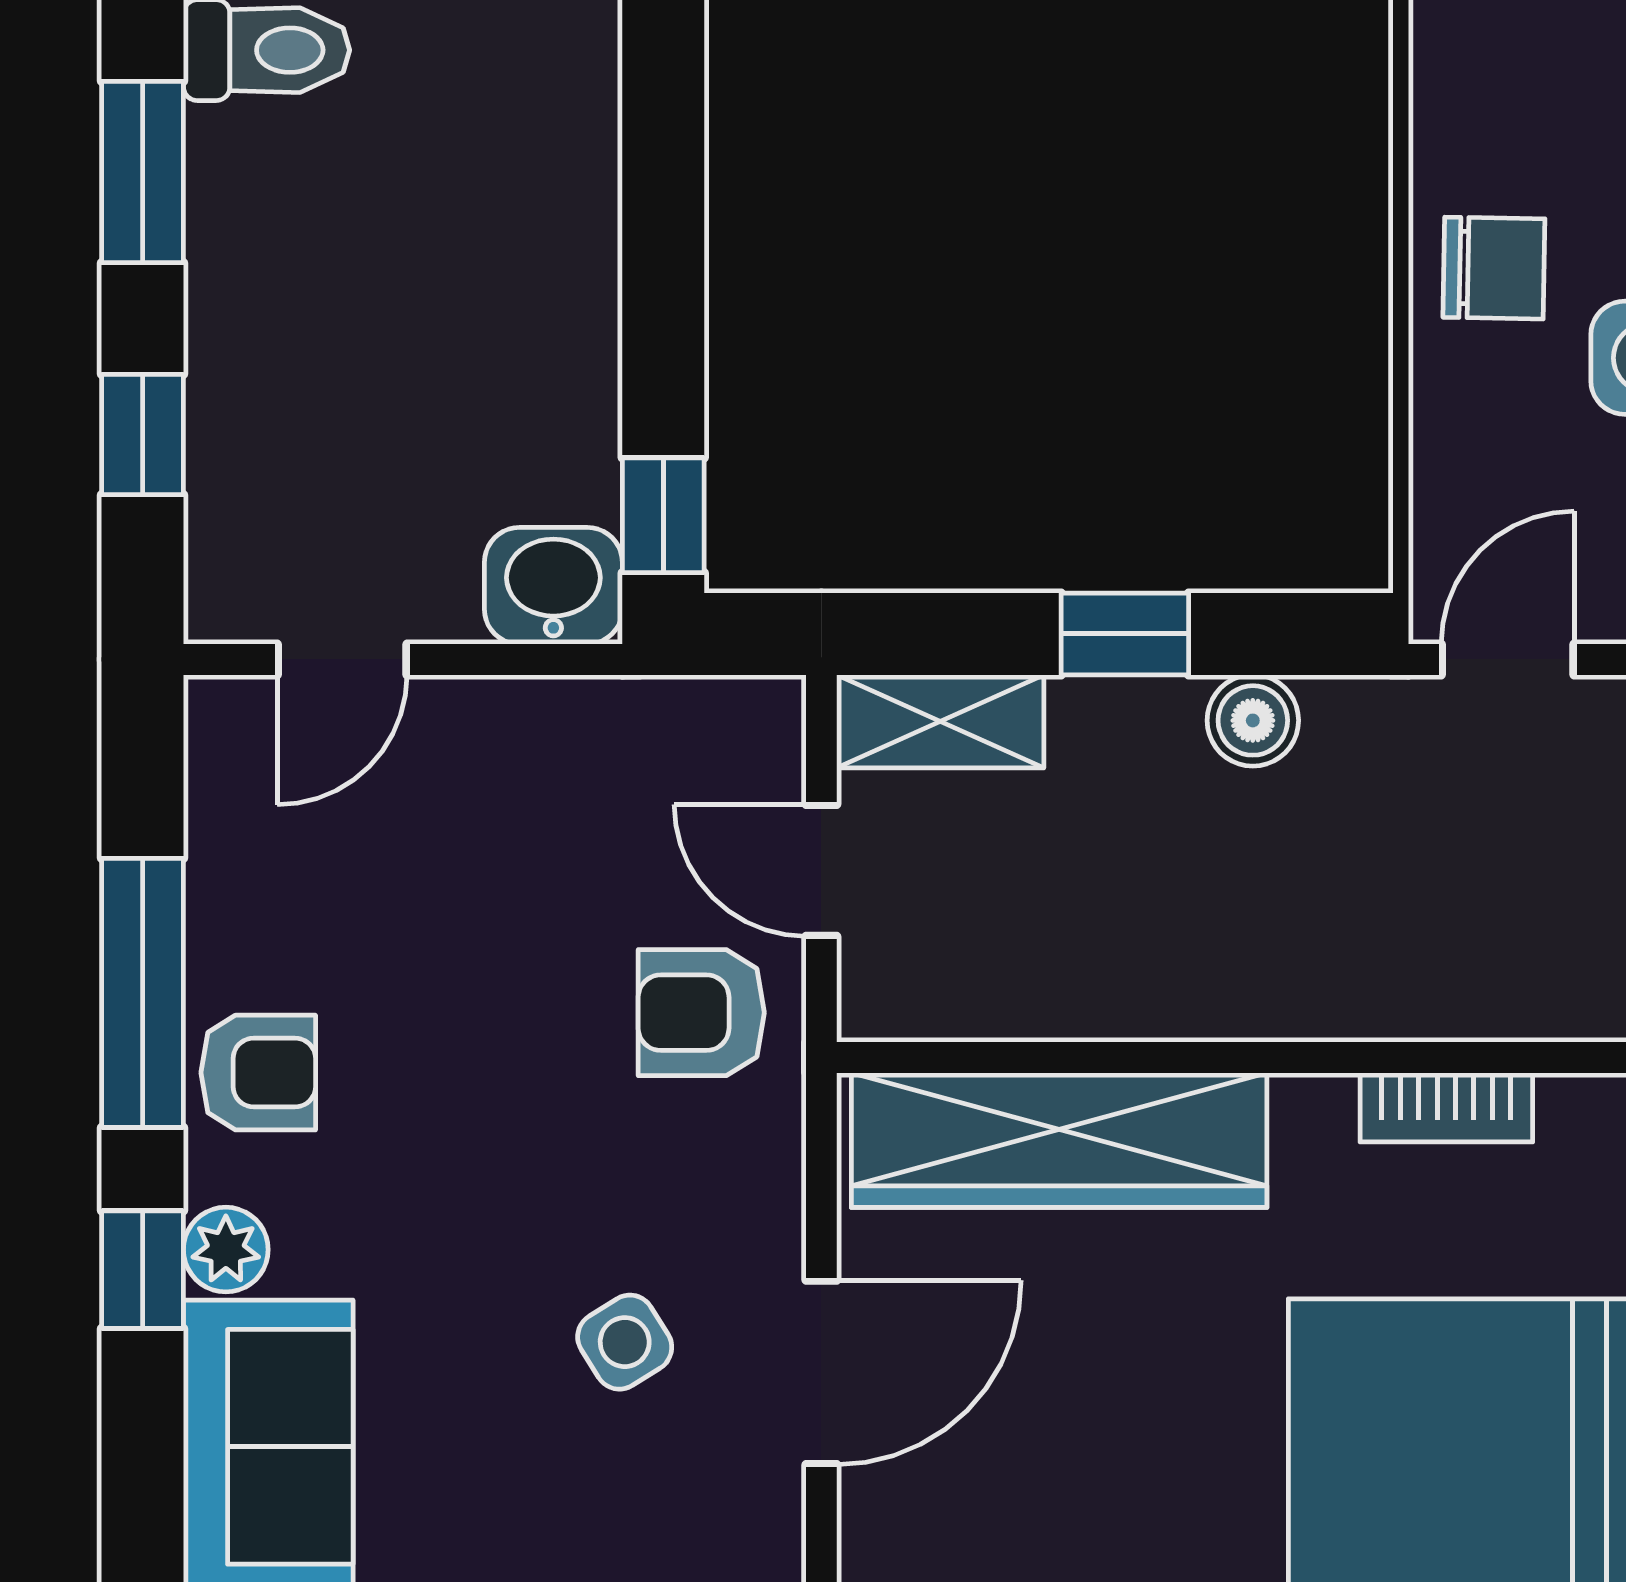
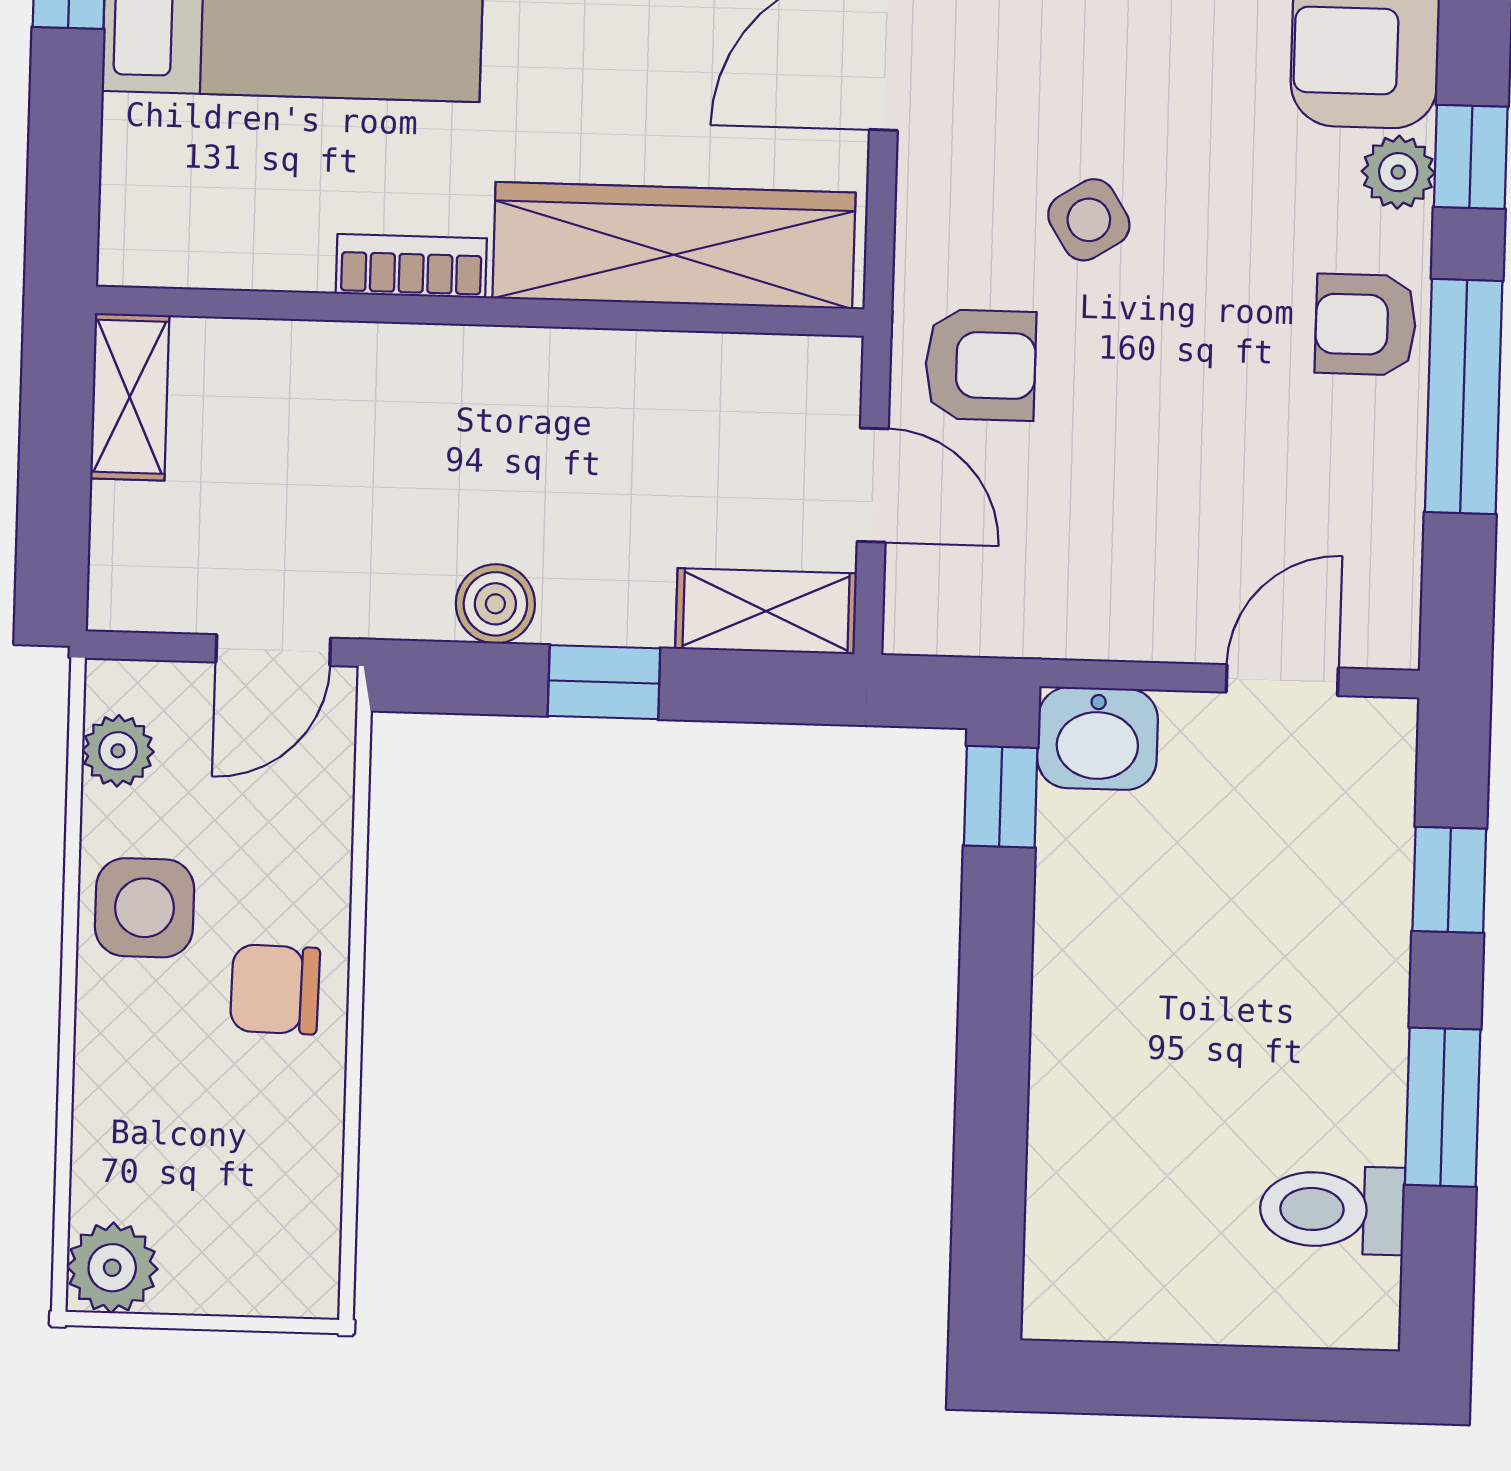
bookcase: (1446, 1107) -> (411, 266), moved
side table: (625, 1342) -> (1089, 220), moved

